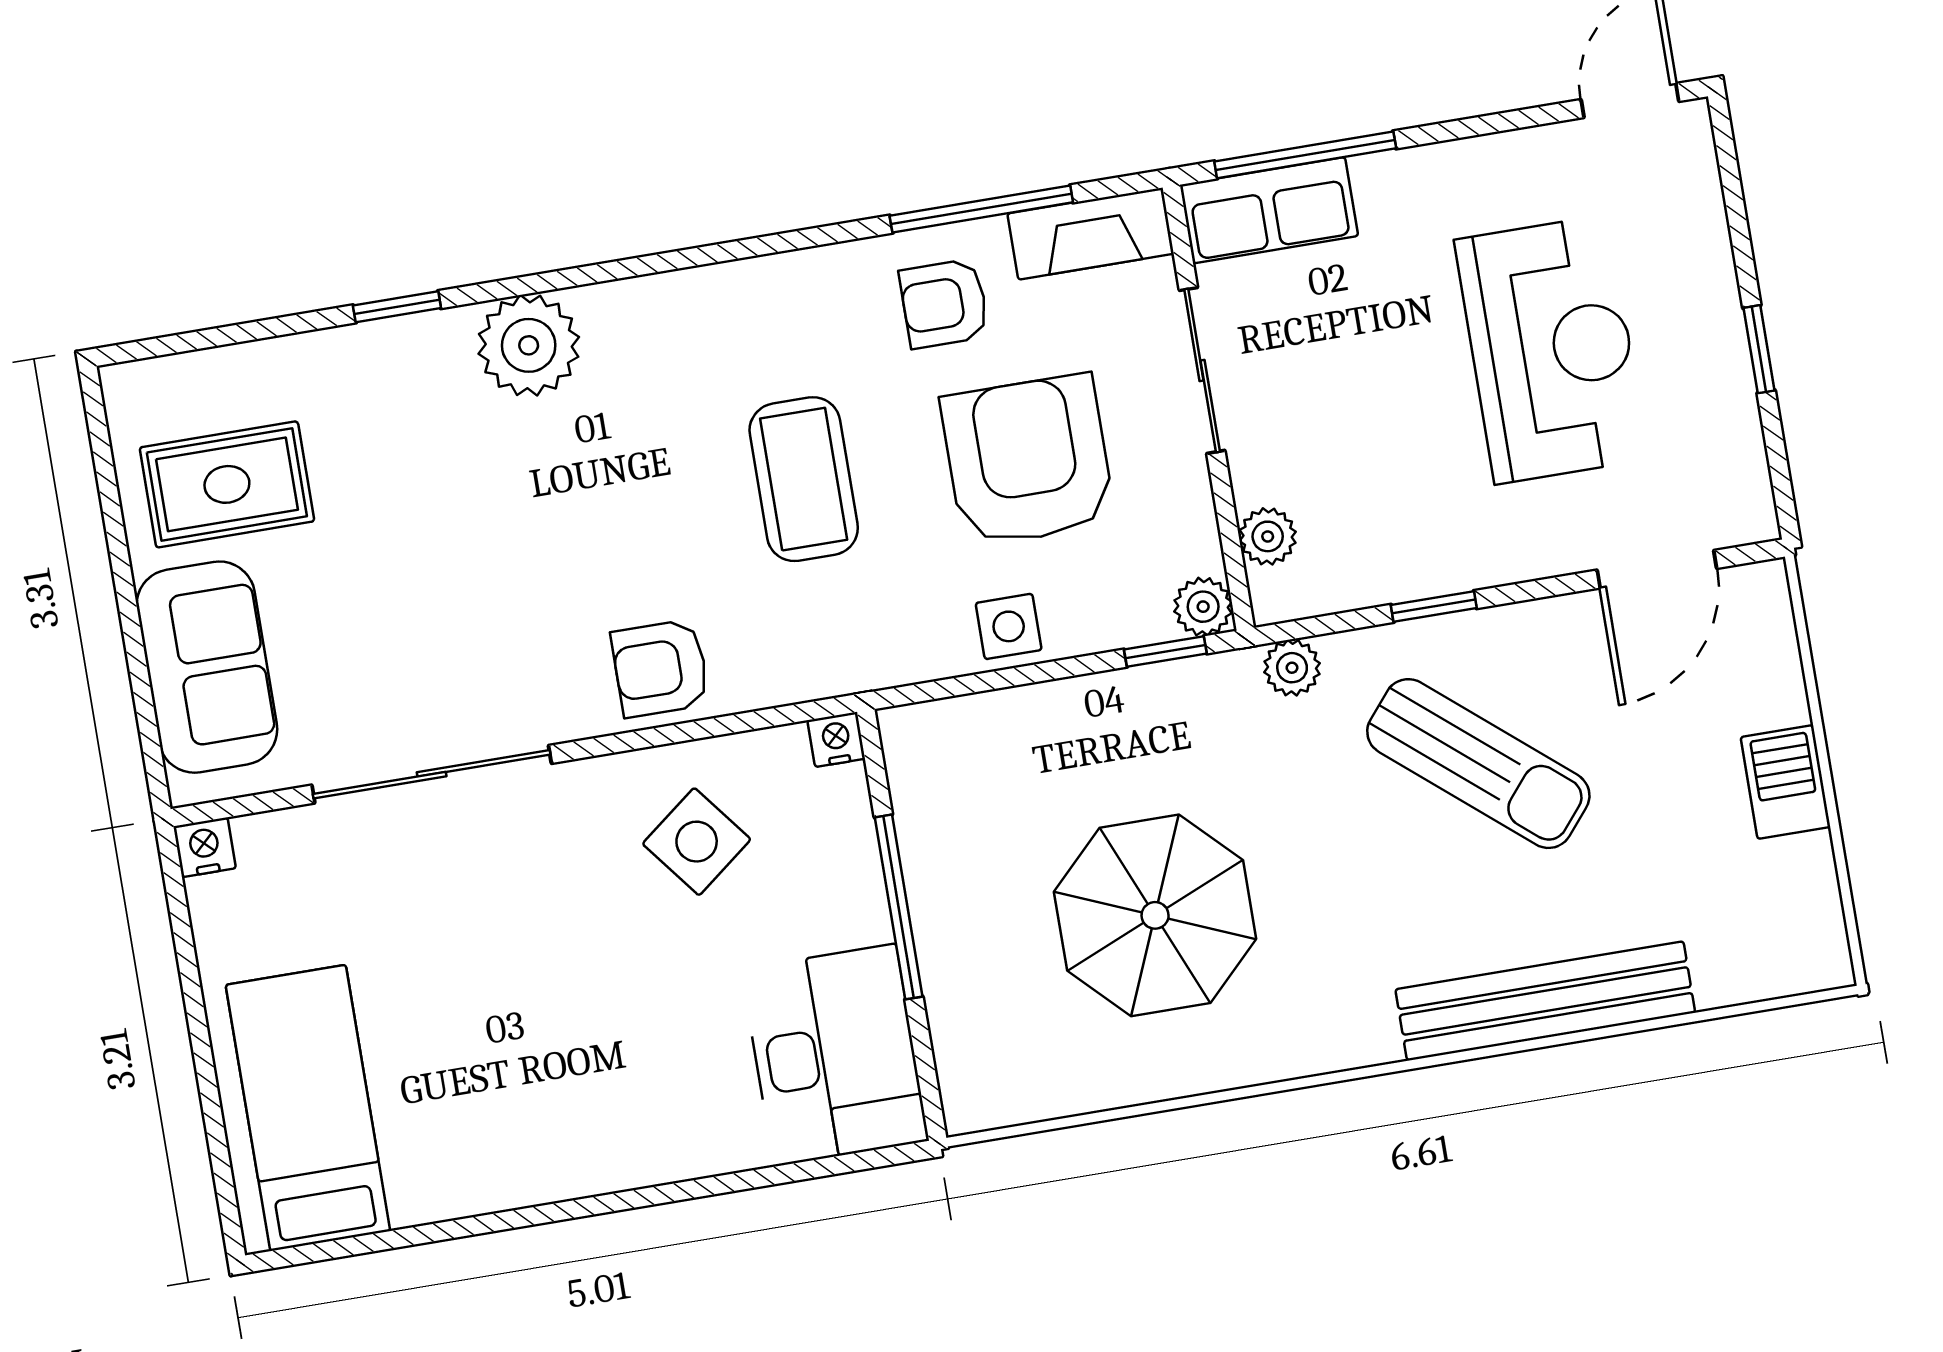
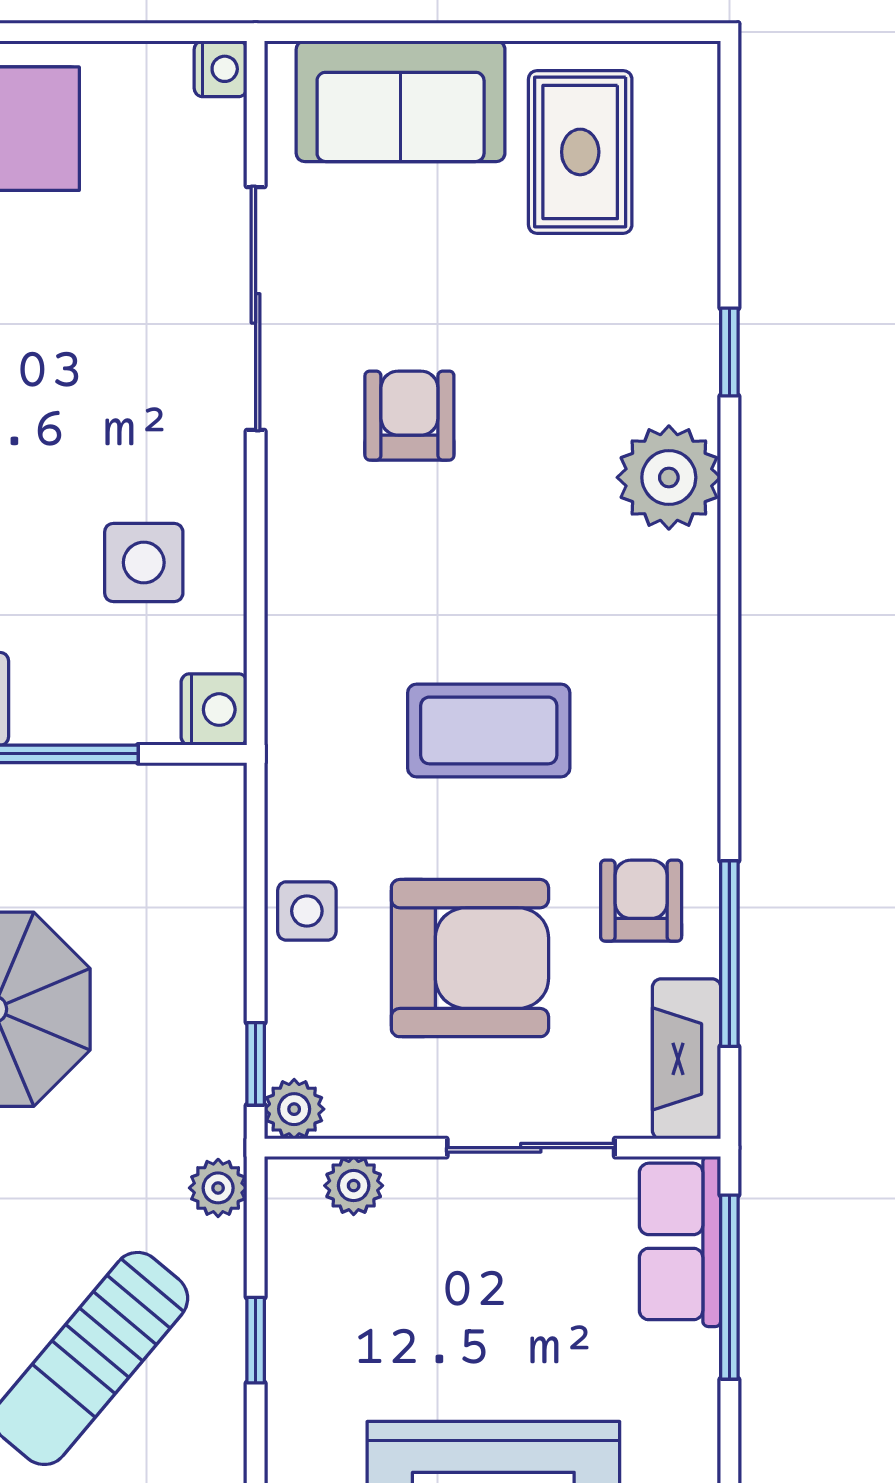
armchair: (660, 668) -> (409, 416), moved
nightstand: (836, 740) -> (214, 710), width x1.39, depth x1.35
side table: (697, 842) -> (144, 563), turned 38

